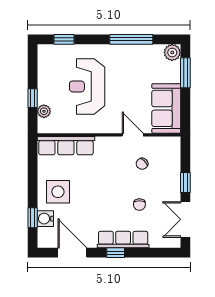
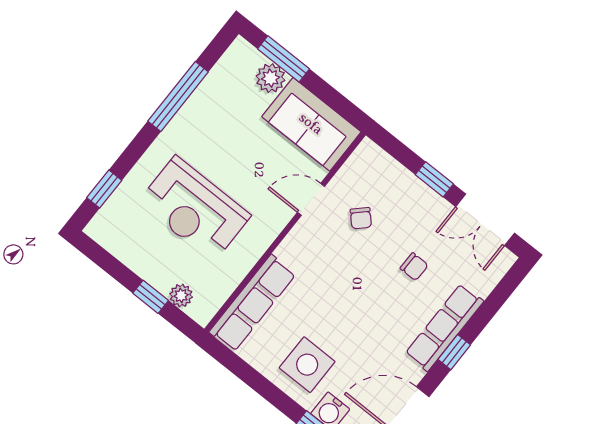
plant: (172, 52) -> (271, 78), moved

